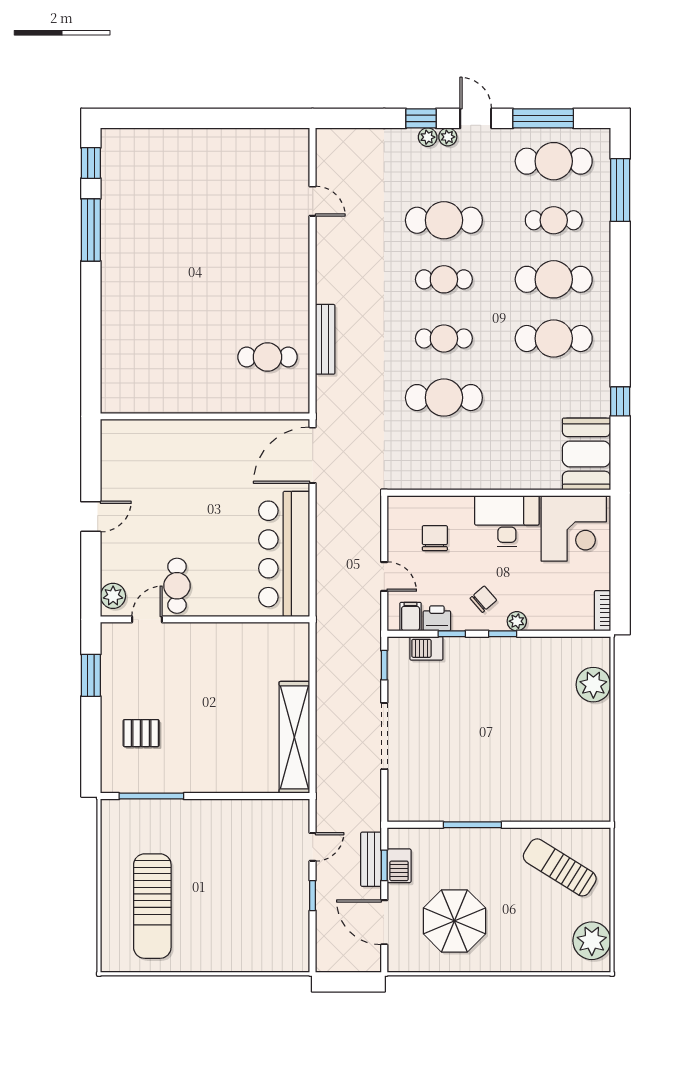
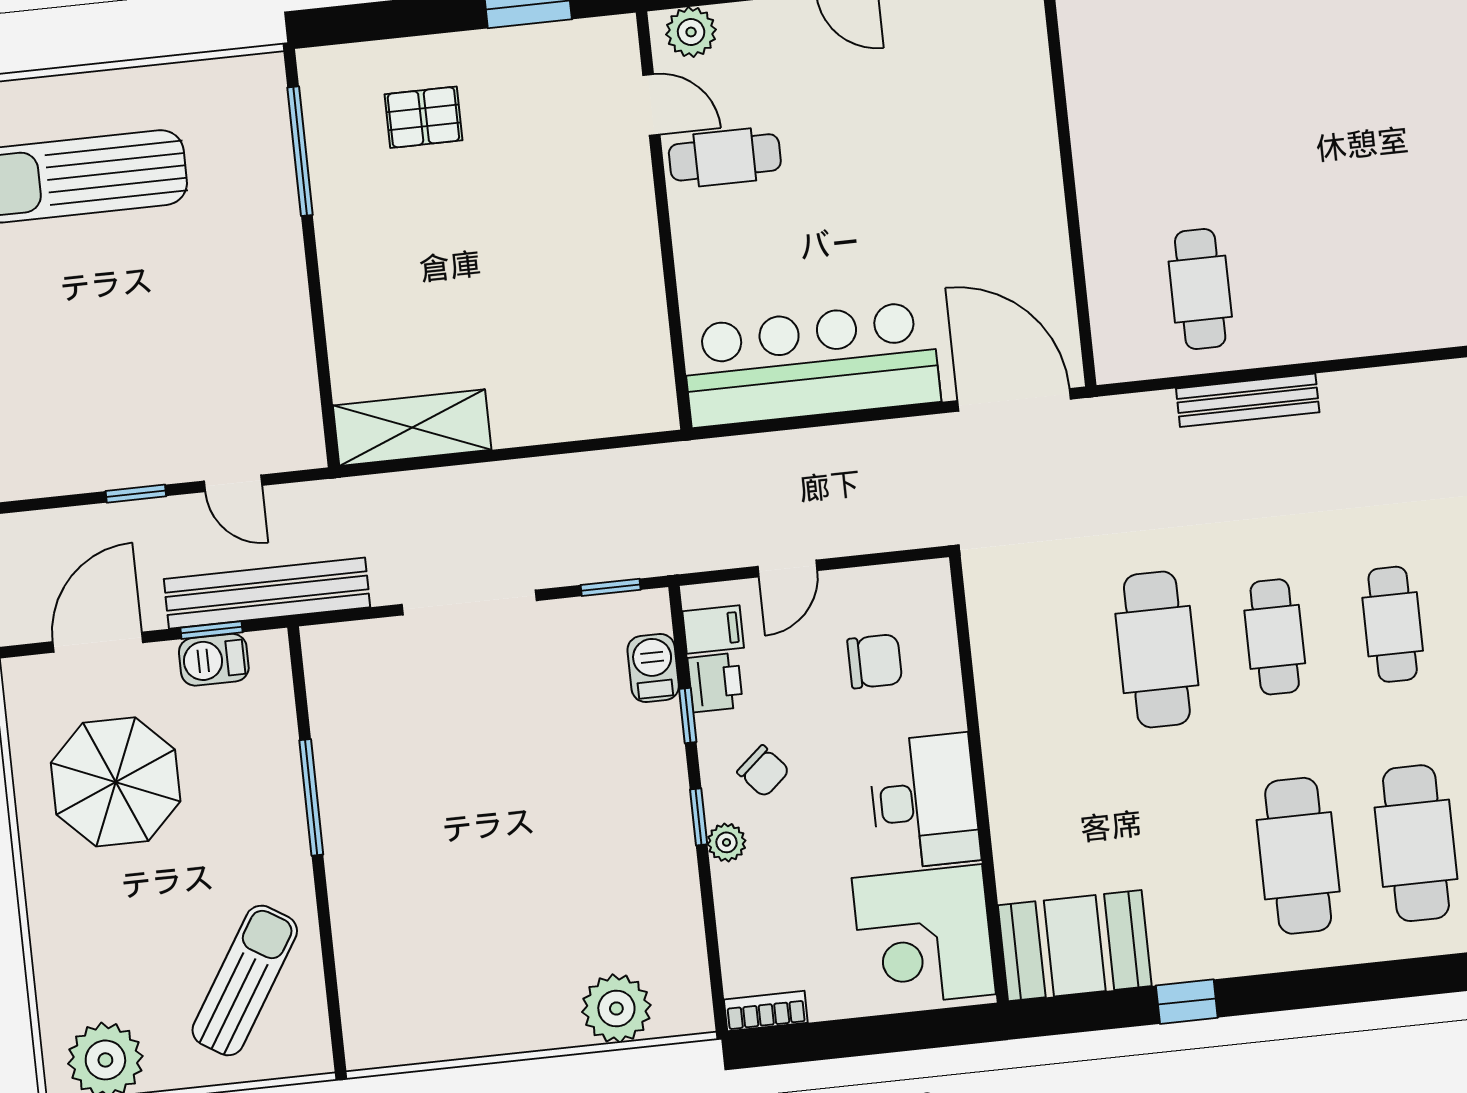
pallet: (141, 733) -> (423, 117), turned 90
shelving: (294, 737) -> (412, 428), width x0.68
bench: (371, 859) -> (267, 593), width x1.86, depth x1.21

